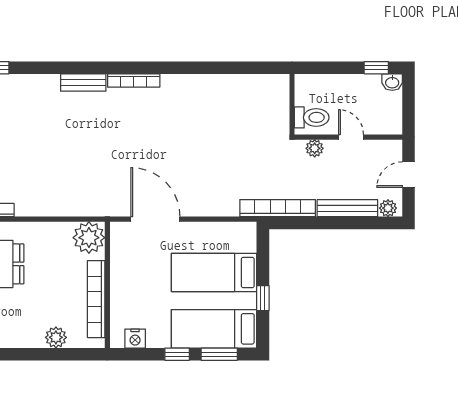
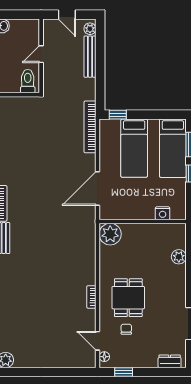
plant: (315, 148) -> (49, 79), removed
bookcase: (278, 208) -> (90, 127), moved
window: (263, 298) -> (118, 115), moved
bookcase: (96, 299) -> (152, 229), removed
nightstand: (135, 339) -> (163, 213), moved, turned 90

